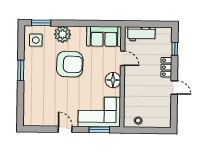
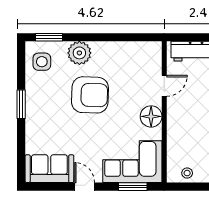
sofa: (104, 36) -> (49, 169), moved, turned 180
door: (123, 58) -> (164, 86), hinge flipped

